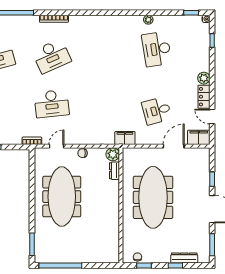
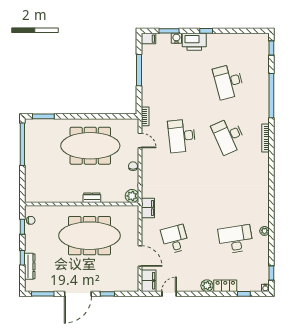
locker: (204, 97) -> (225, 286), moved
dresser: (115, 171) -> (92, 198), moved

